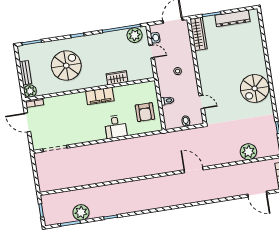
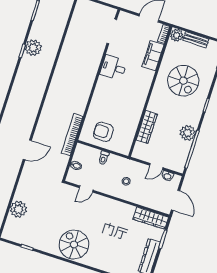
plant: (135, 35) -> (188, 133), moved
wardrobe: (117, 78) -> (147, 127), width x1.50
filing cabinet: (100, 96) -> (153, 56), moved
desk: (116, 127) -> (113, 68), moved
bookcase: (161, 138) -> (72, 135), added
plant: (81, 212) -> (33, 48), moved

